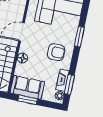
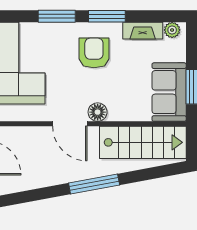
floor lamp: (22, 58) -> (98, 112), moved
window: (69, 85) -> (107, 16), moved

